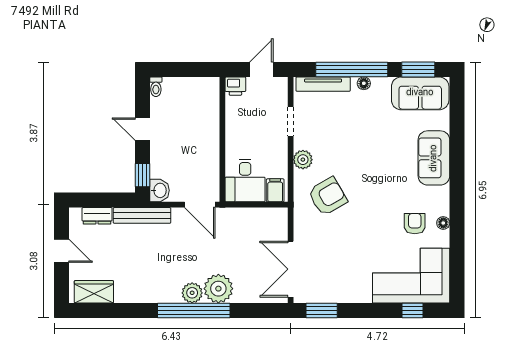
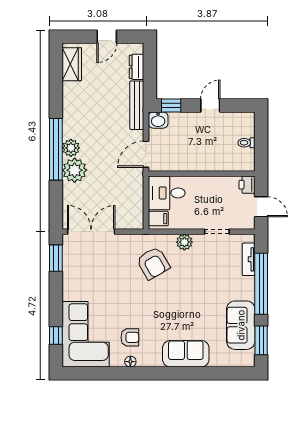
floor lamp: (364, 83) -> (249, 294), removed
tv unit: (323, 84) -> (249, 259), width x0.71
toilet: (156, 87) -> (246, 143), moved
sofa: (420, 93) -> (241, 325), moved

